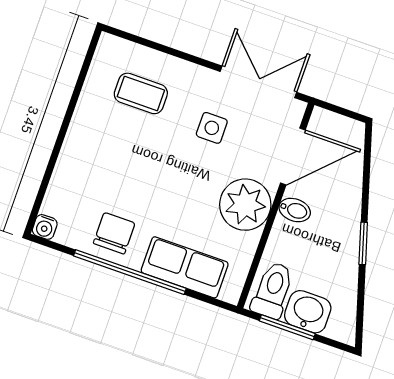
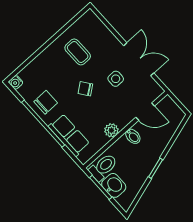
double door: (258, 82) -> (139, 59), moved
coffee table: (141, 93) -> (78, 52), moved
door: (293, 156) -> (145, 112), width x0.73
chair: (169, 173) -> (85, 89), added
plant: (245, 205) -> (111, 130), width x0.53, depth x0.53

